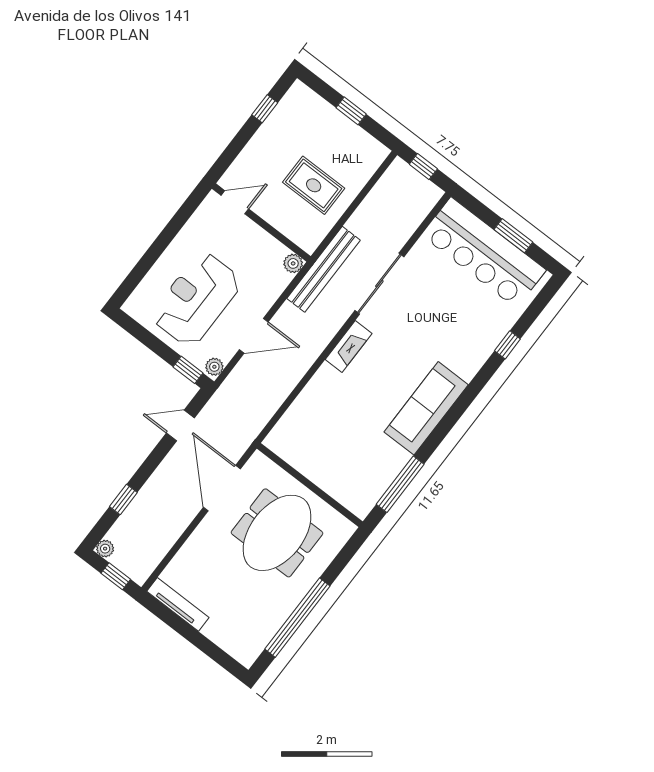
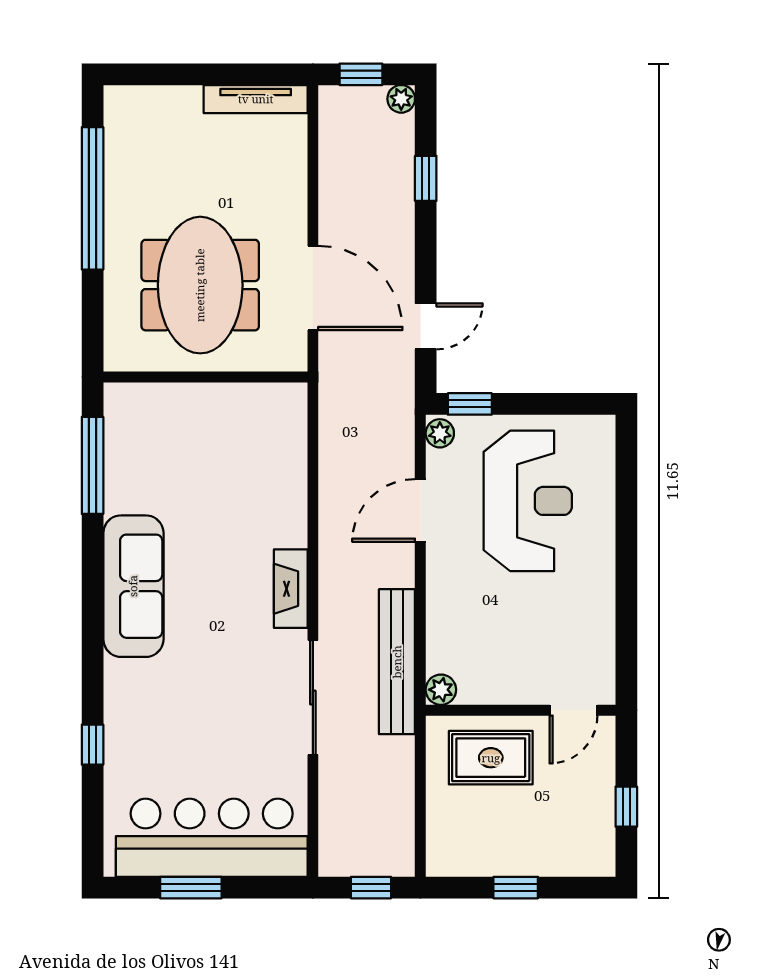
door: (235, 202) -> (573, 710), moved
wall: (261, 223) -> (521, 710), moved
plant: (293, 263) -> (441, 690), moved

